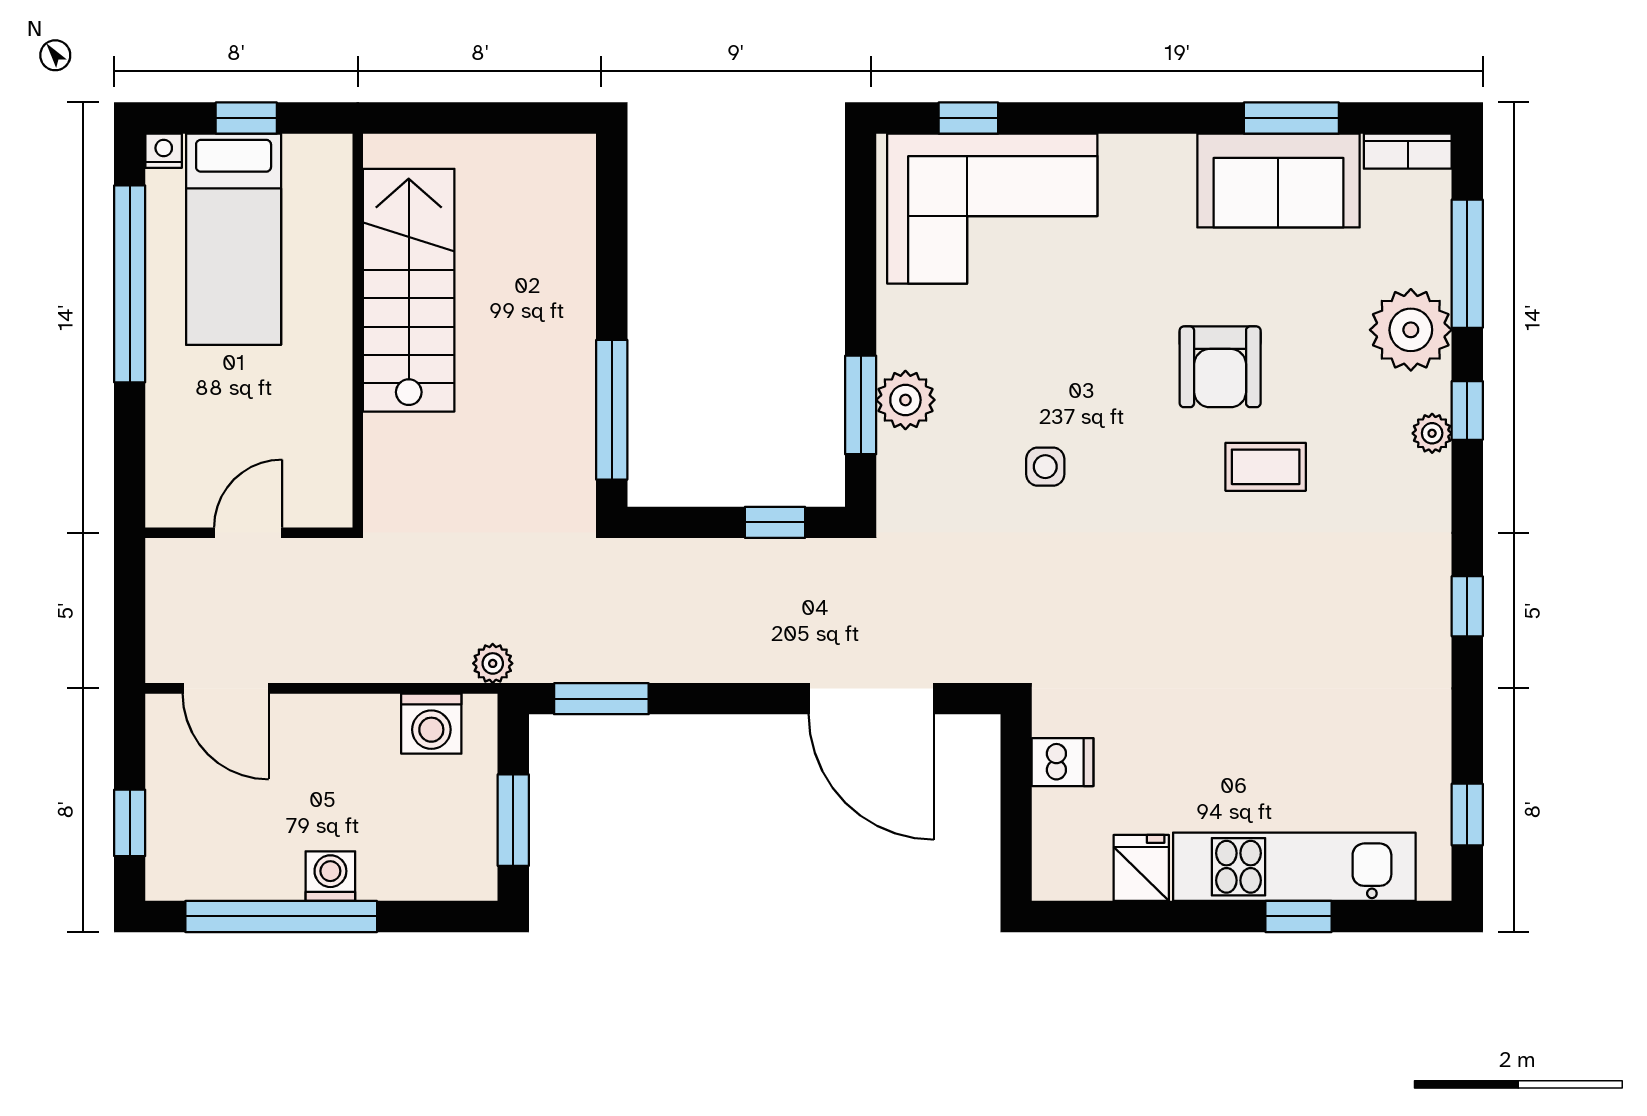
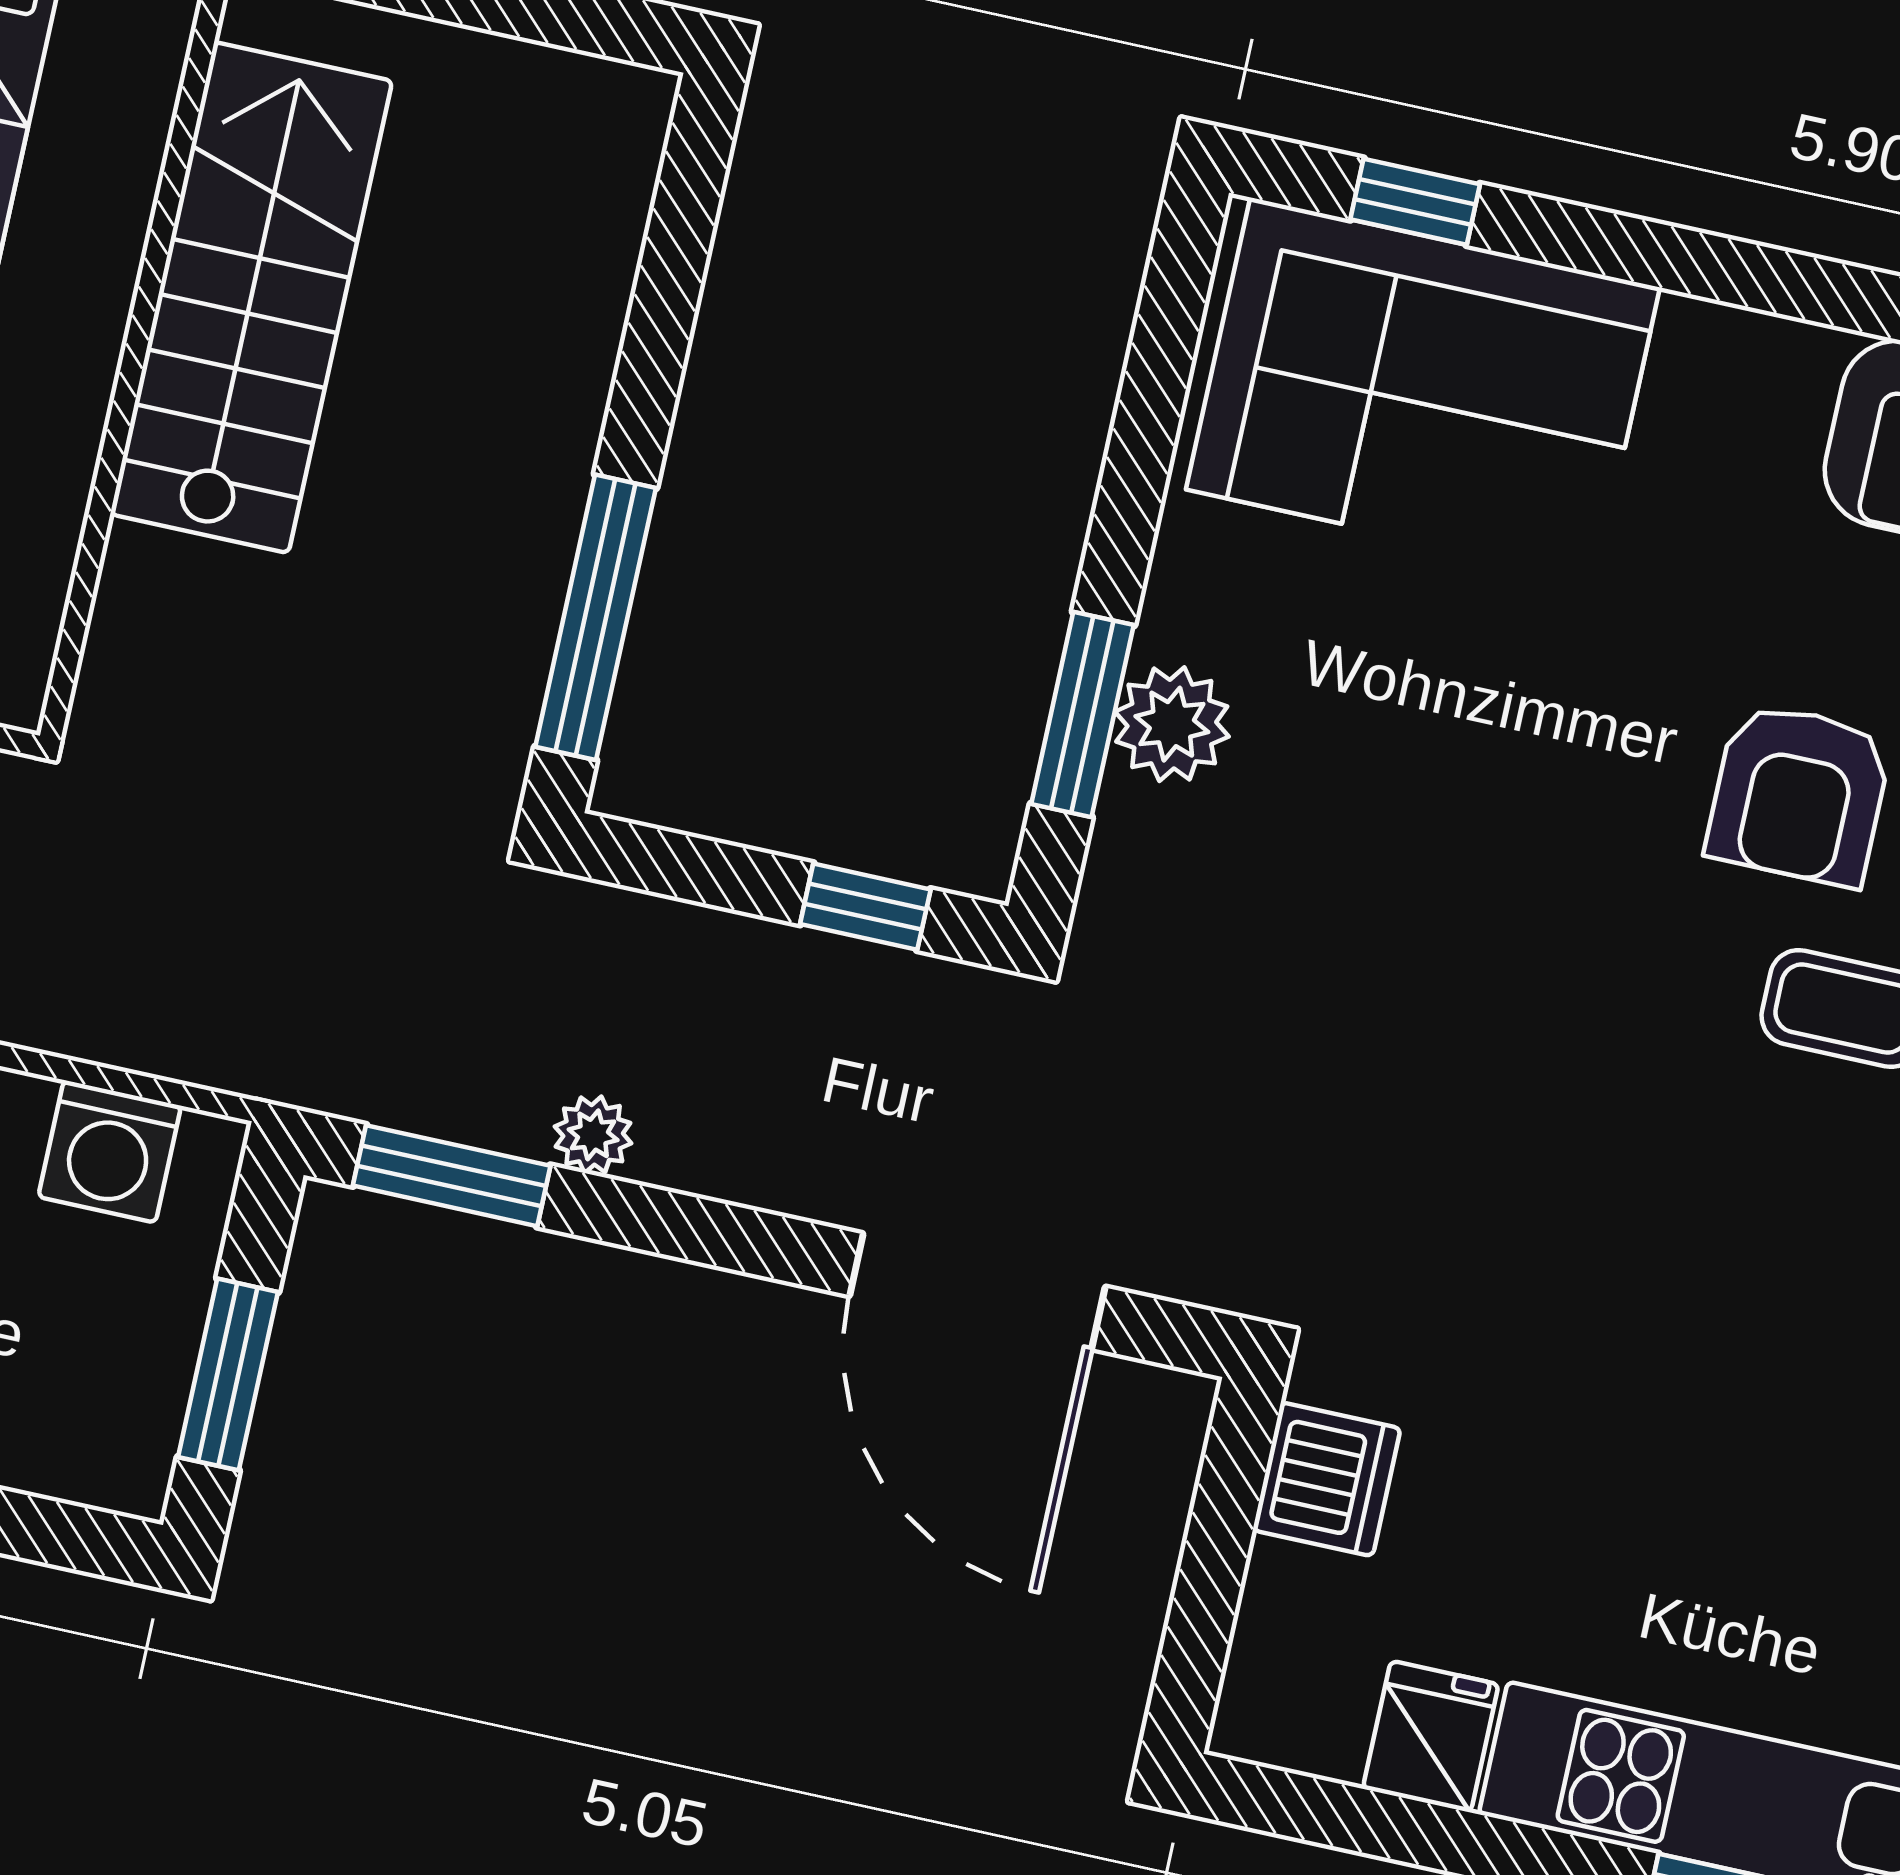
side table: (1045, 467) -> (1416, 914), removed
plant: (493, 663) -> (593, 1135), moved
dishwasher: (1063, 762) -> (1327, 1479), width x1.38

